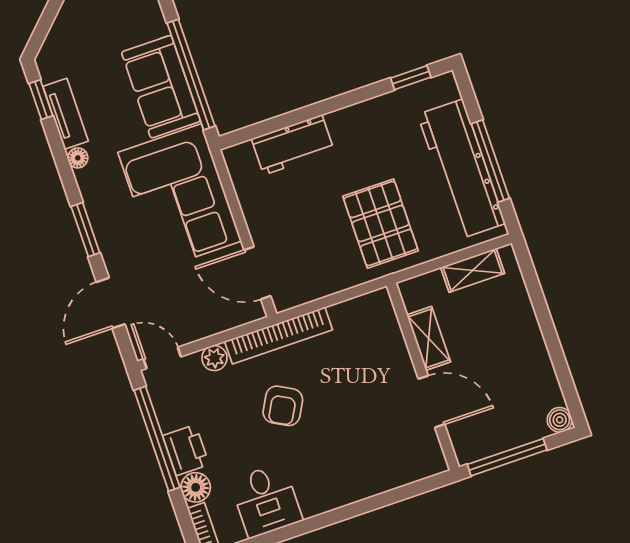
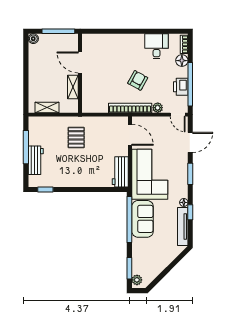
window: (41, 100) -> (190, 212), moved
tv unit: (66, 114) -> (183, 227), width x1.41
workbench: (293, 145) -> (120, 172), moved, turned -90
workbench: (461, 169) -> (36, 160), width x0.53, depth x0.76
pallet: (381, 224) -> (76, 137), width x0.67, depth x0.71
printer: (186, 450) -> (181, 87), moved

